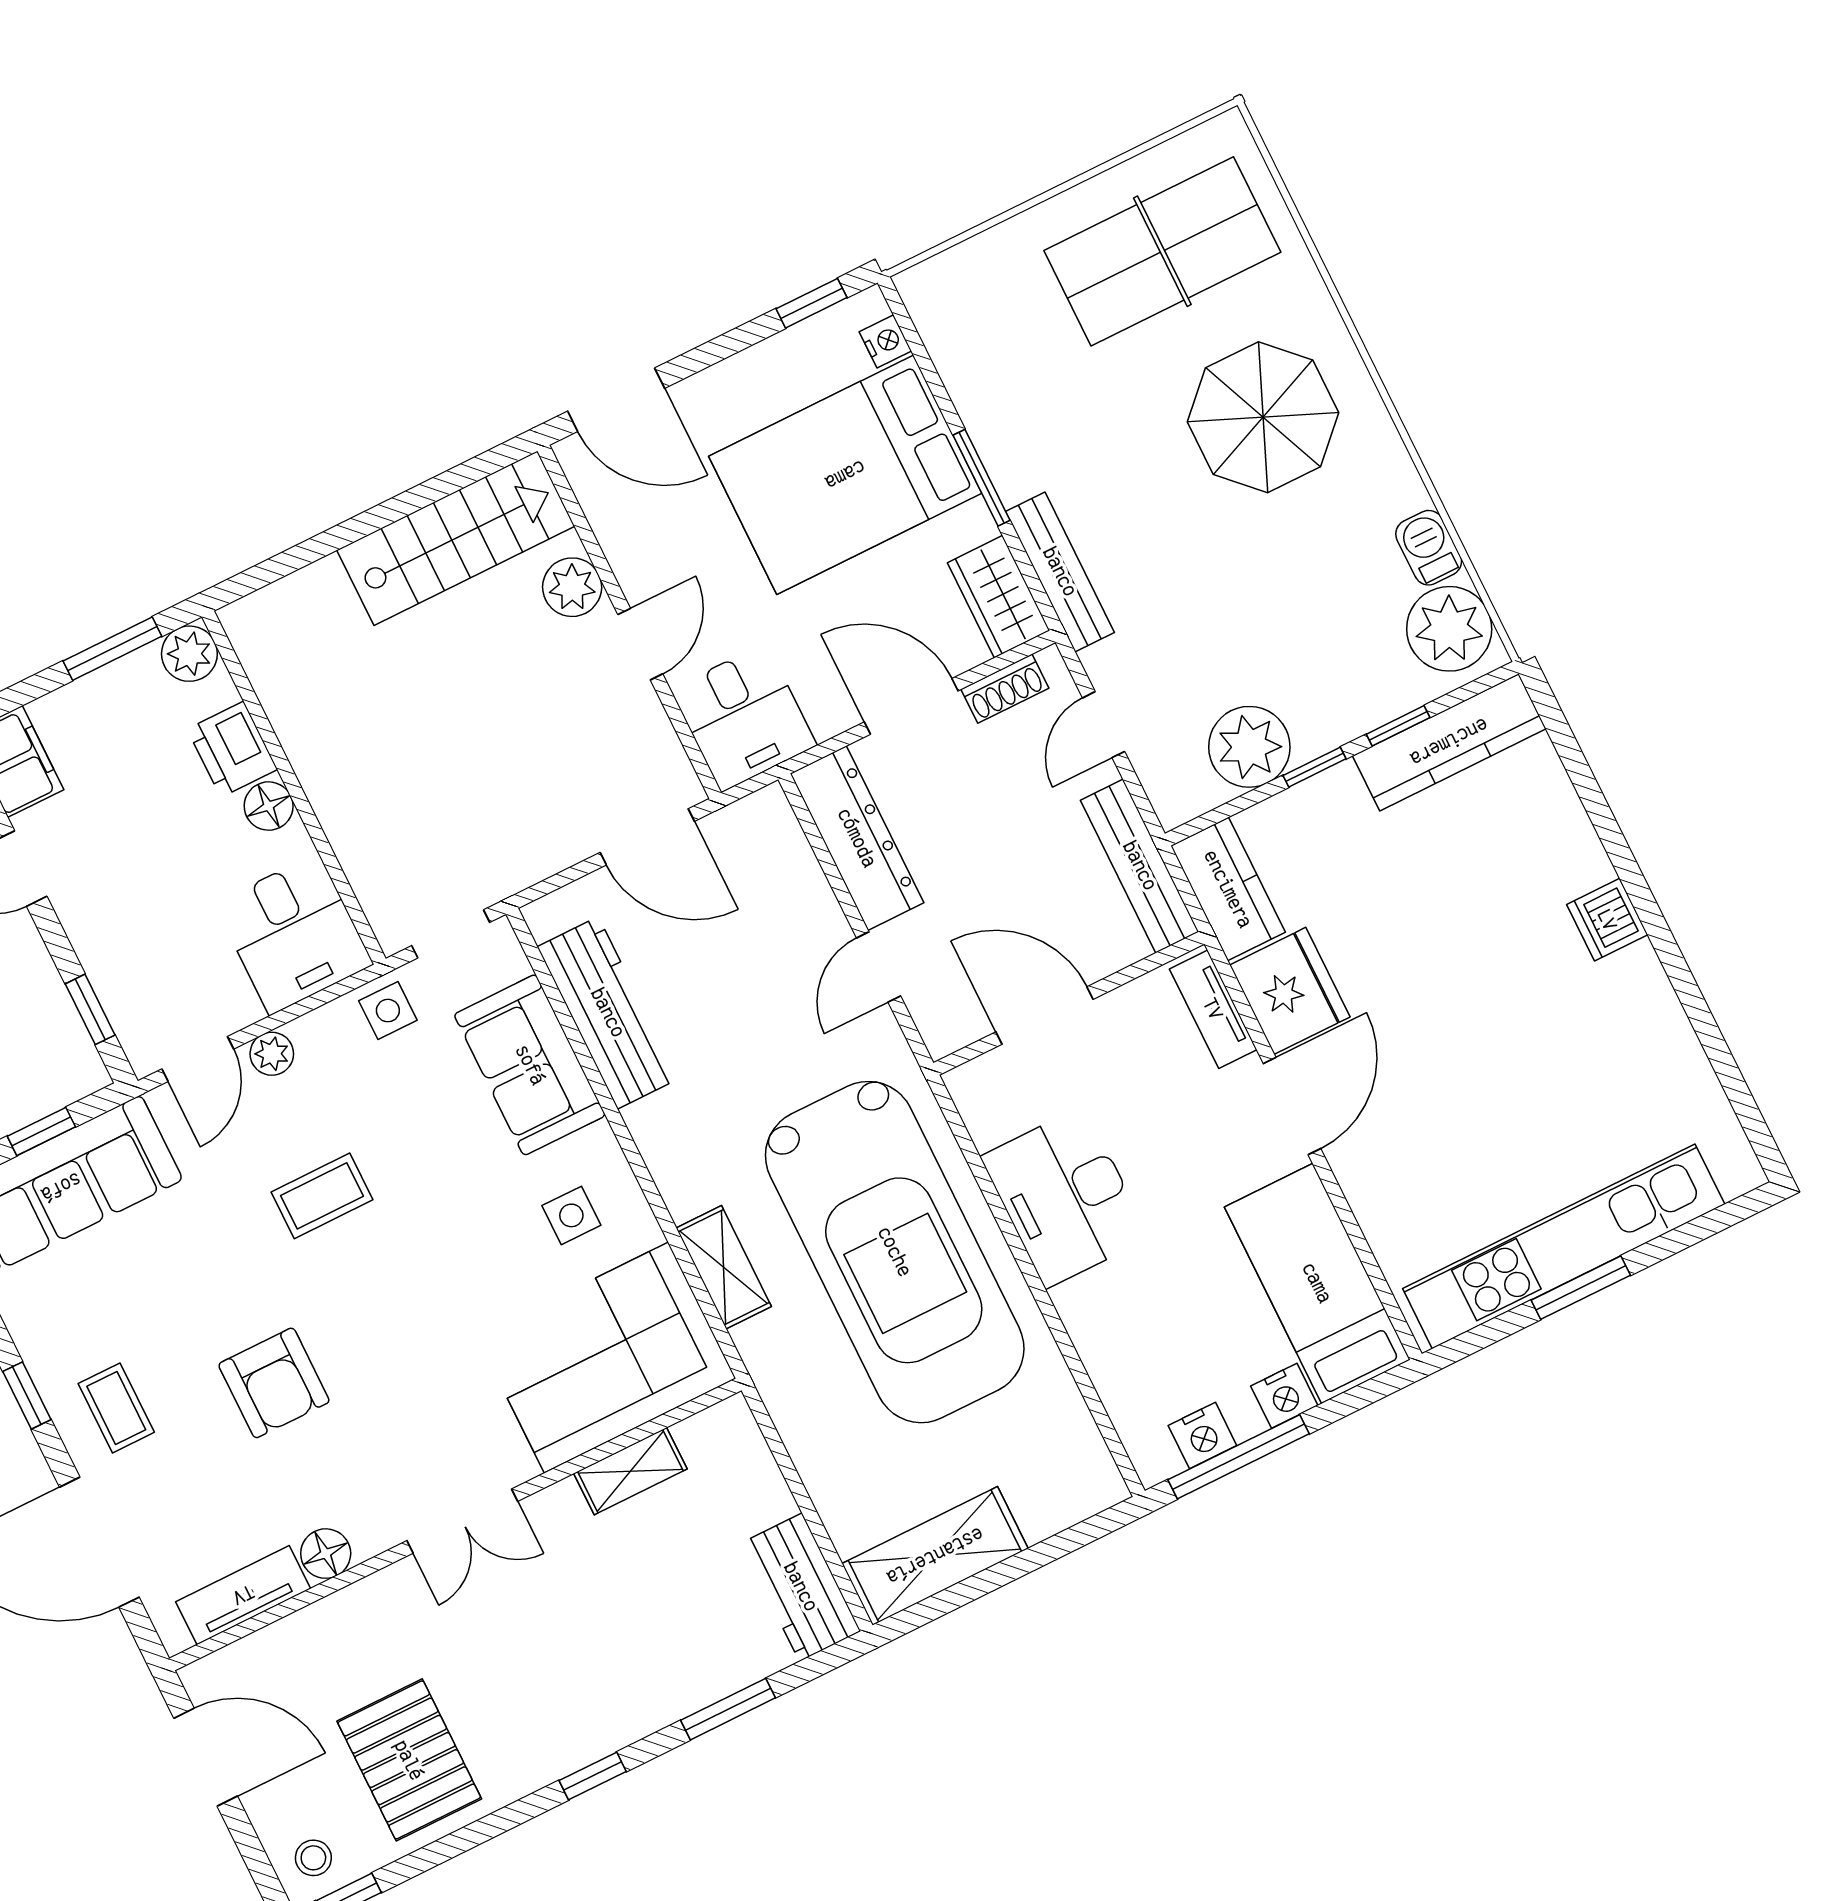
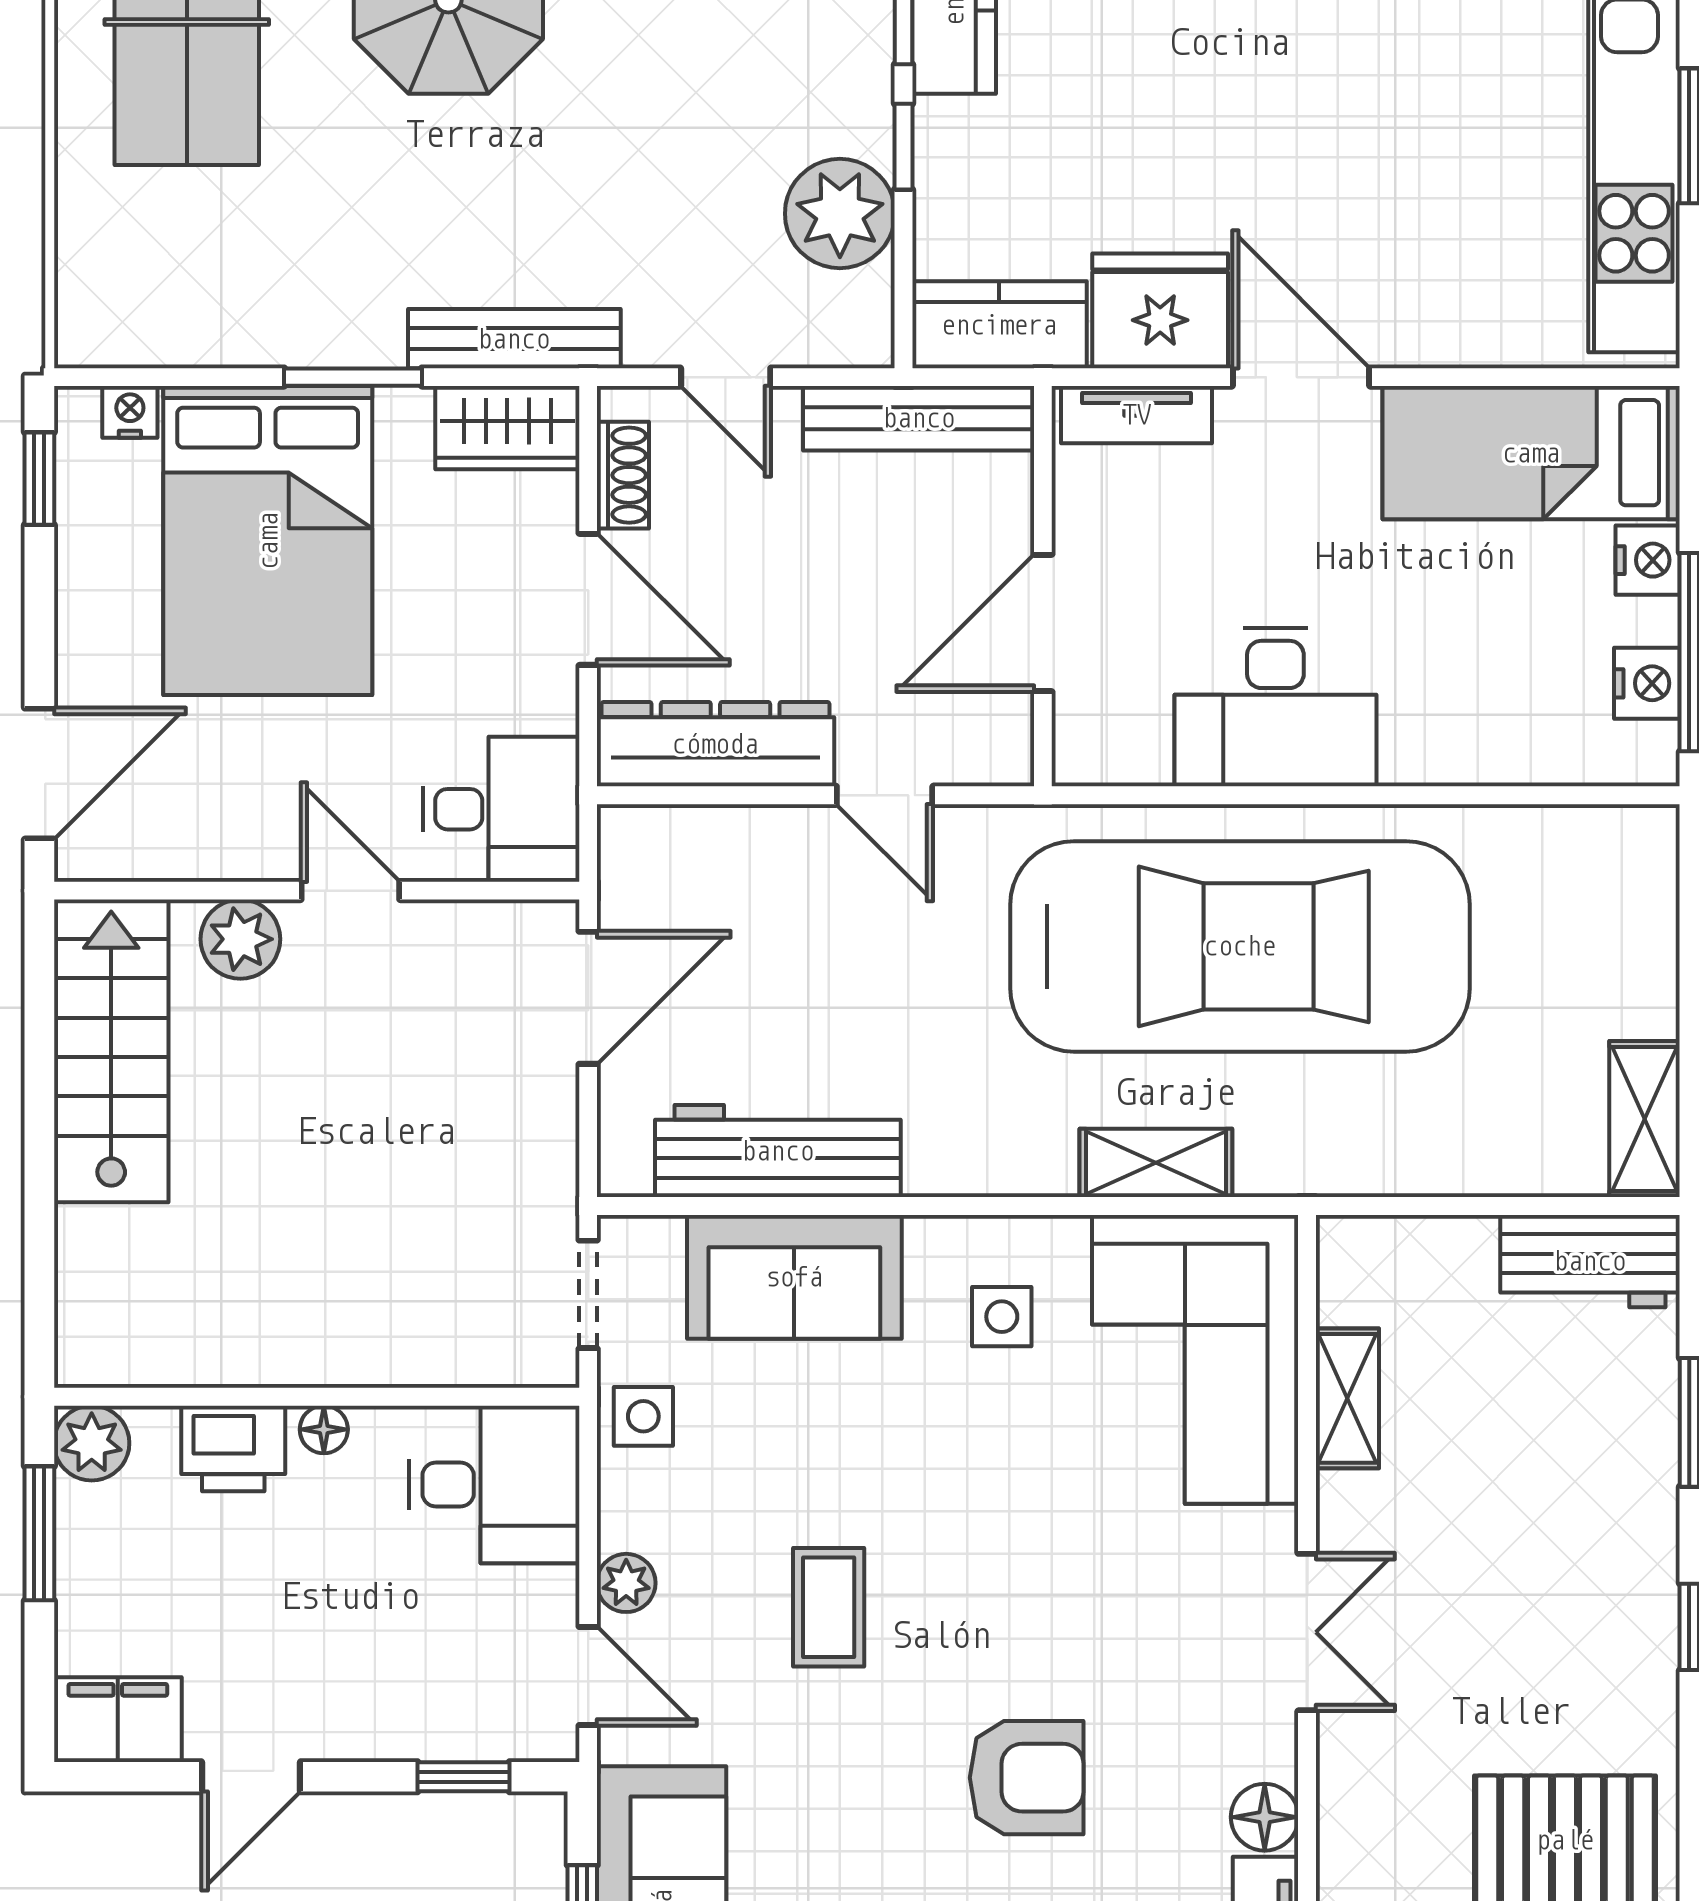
door: (911, 706) -> (588, 599), swing flipped
floor lamp: (269, 806) -> (324, 1429), width x0.73, depth x0.73
shelving: (935, 1556) -> (1644, 1119), width x0.67, depth x0.75

